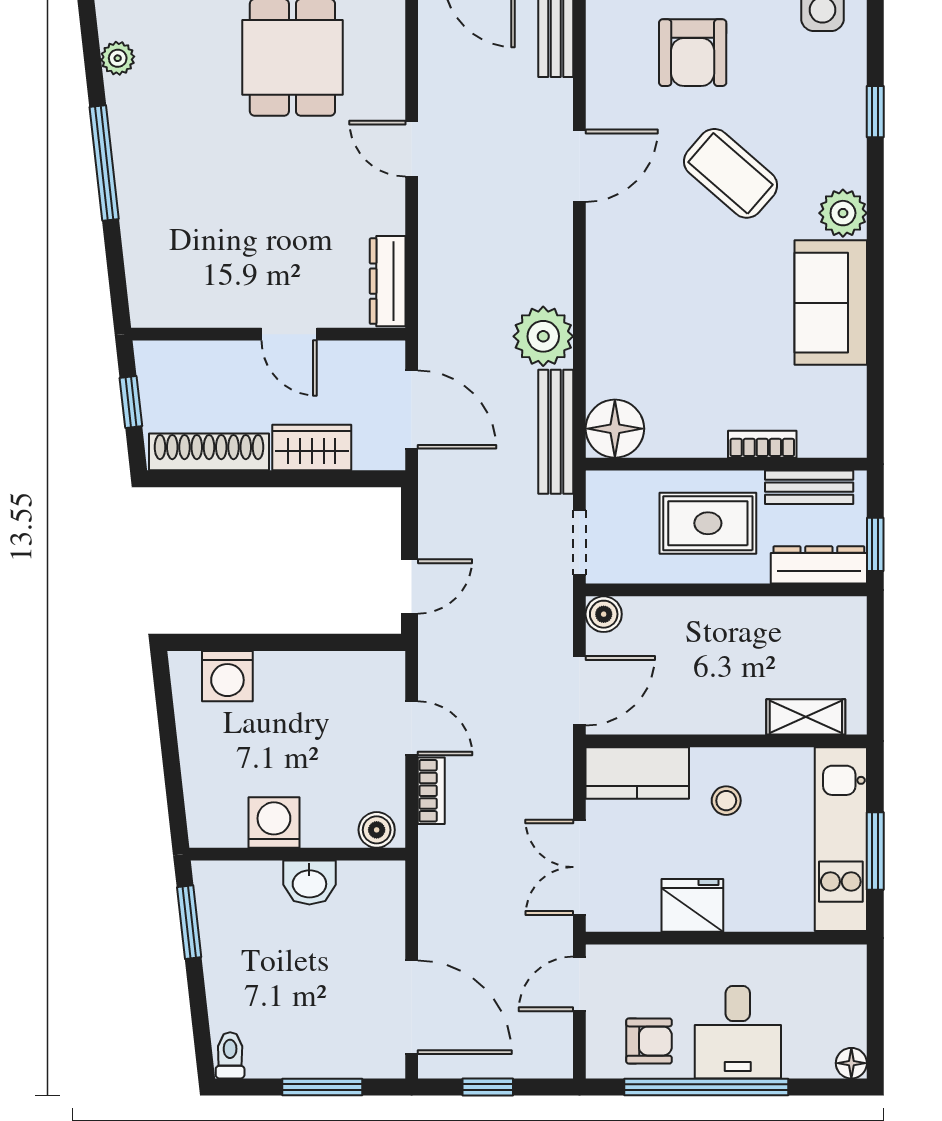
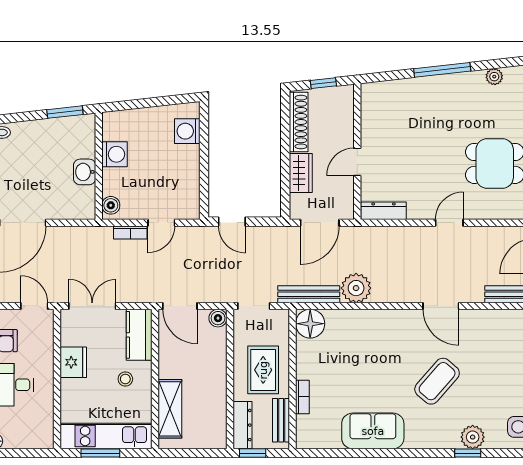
armchair: (693, 53) -> (497, 362), removed
plant: (843, 213) -> (473, 437), moved
shelving: (806, 717) -> (170, 409), width x1.50, depth x1.33

